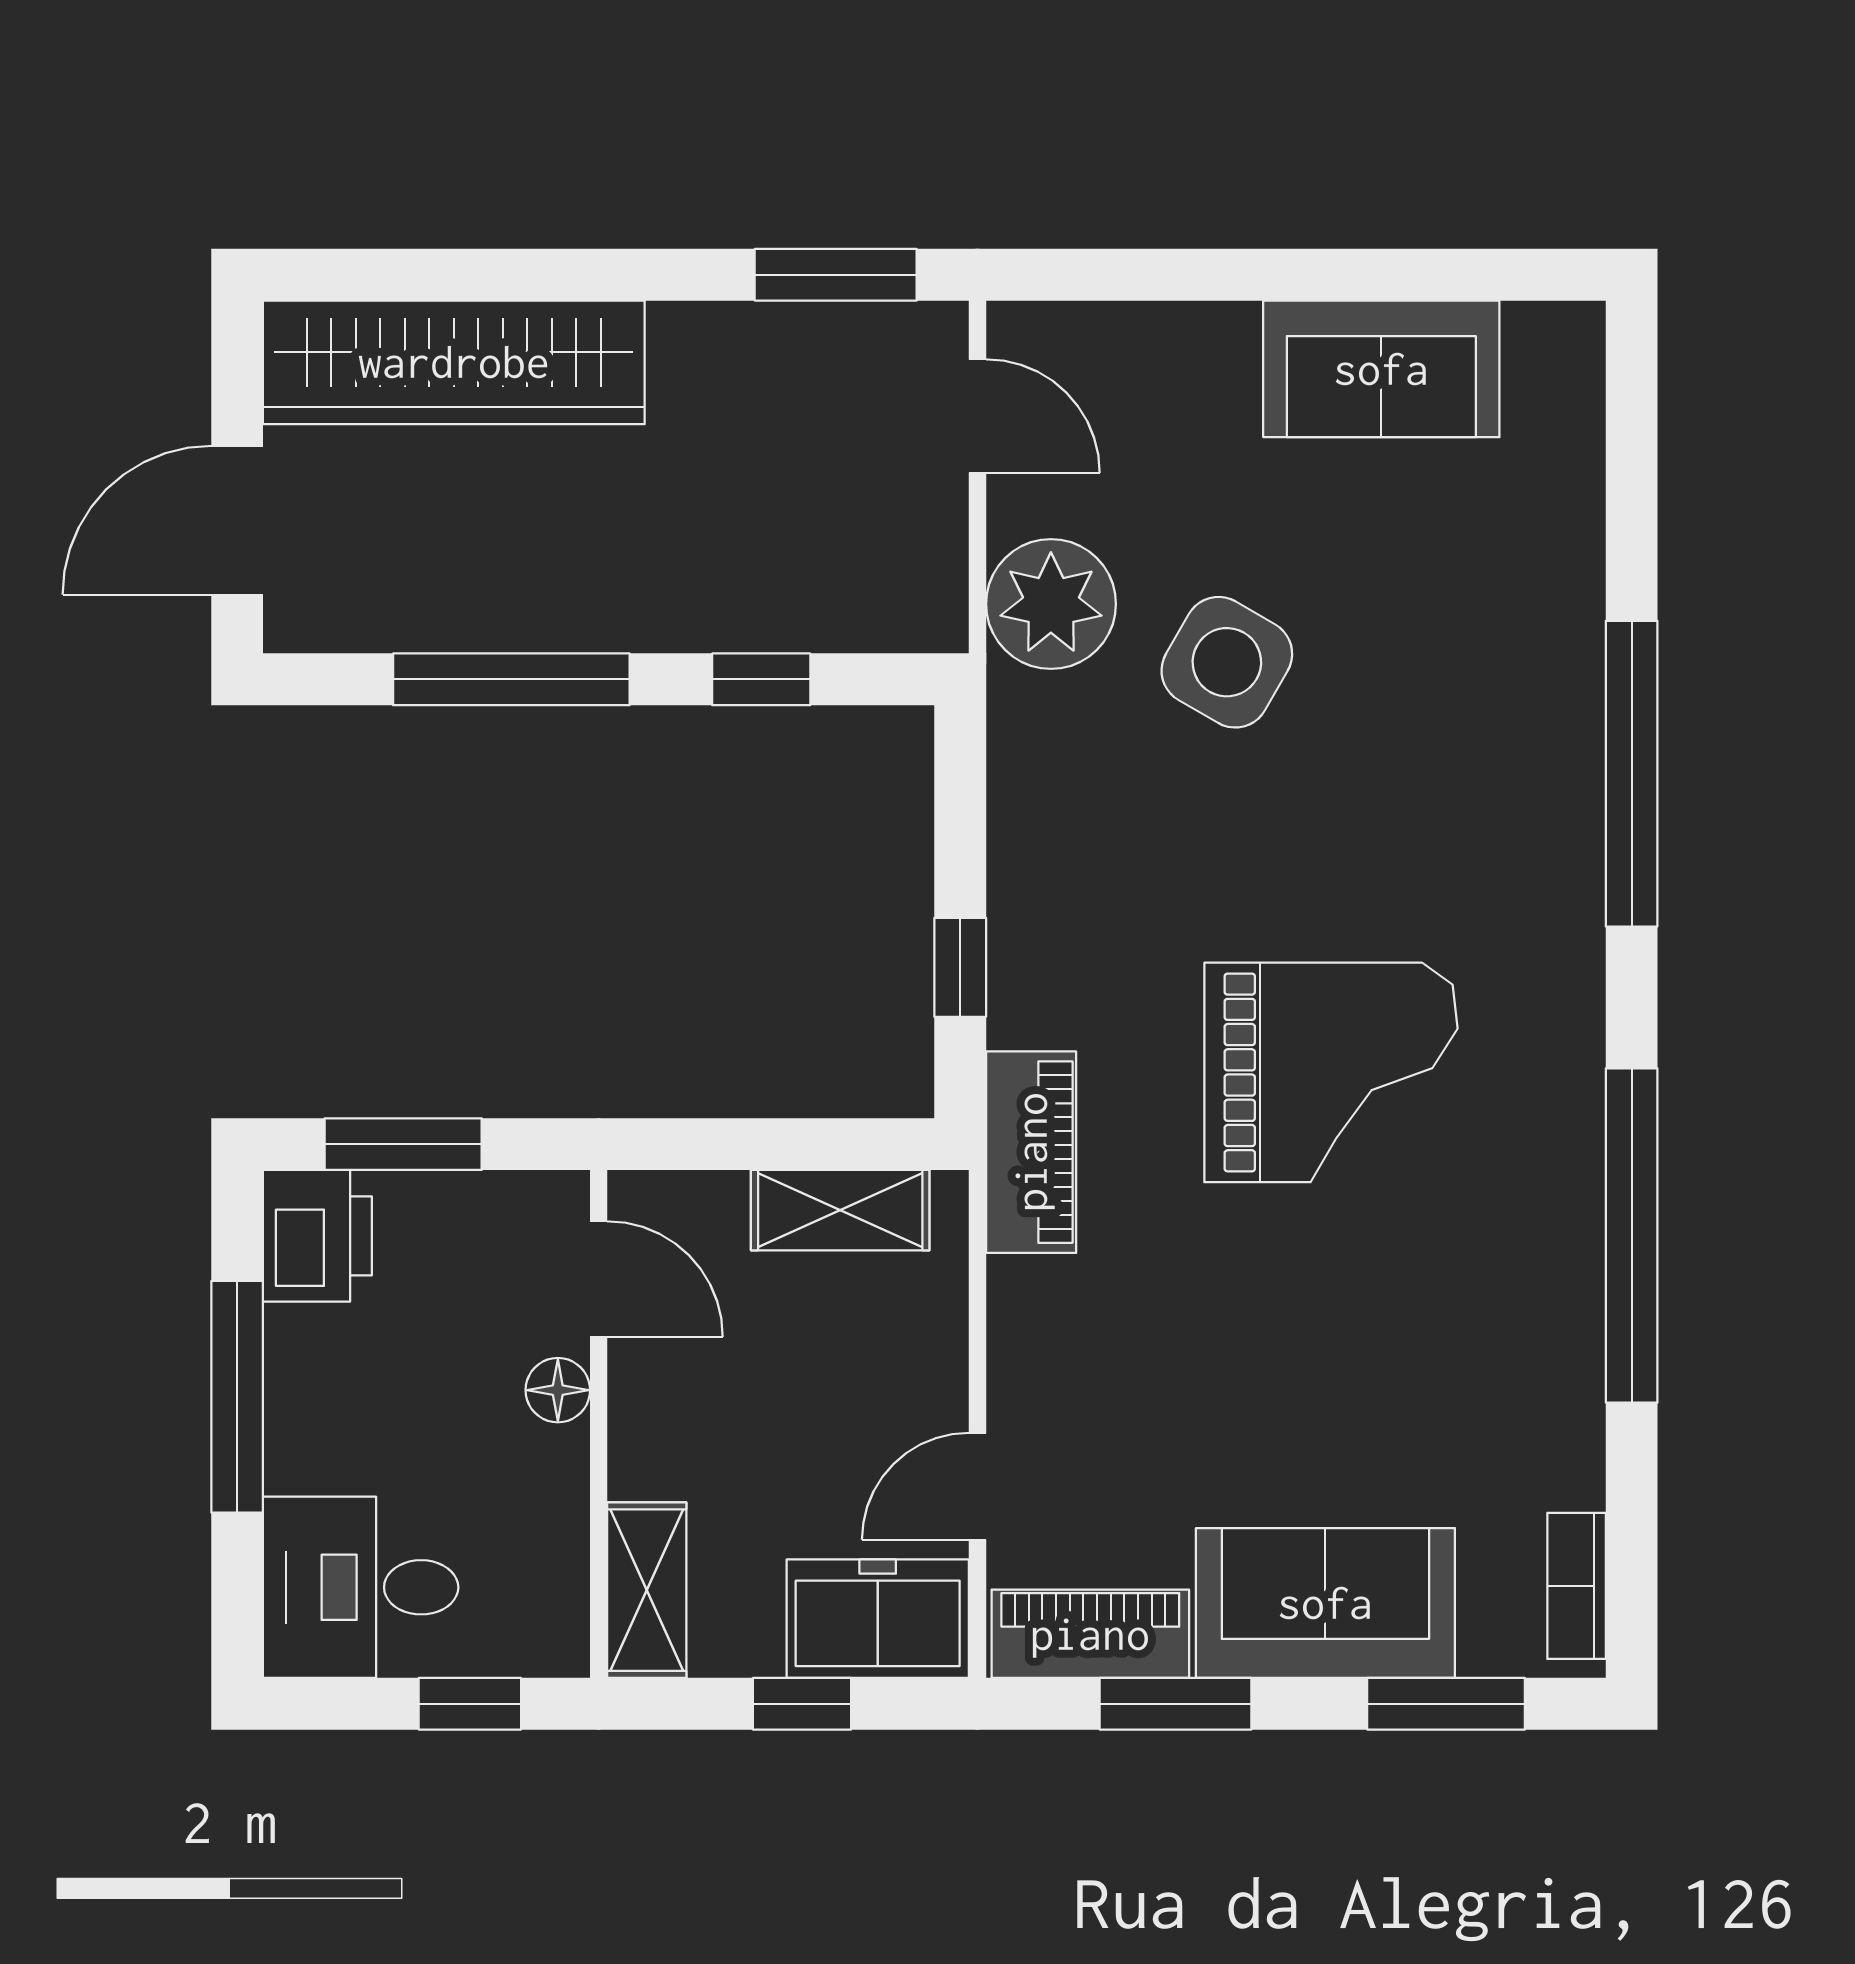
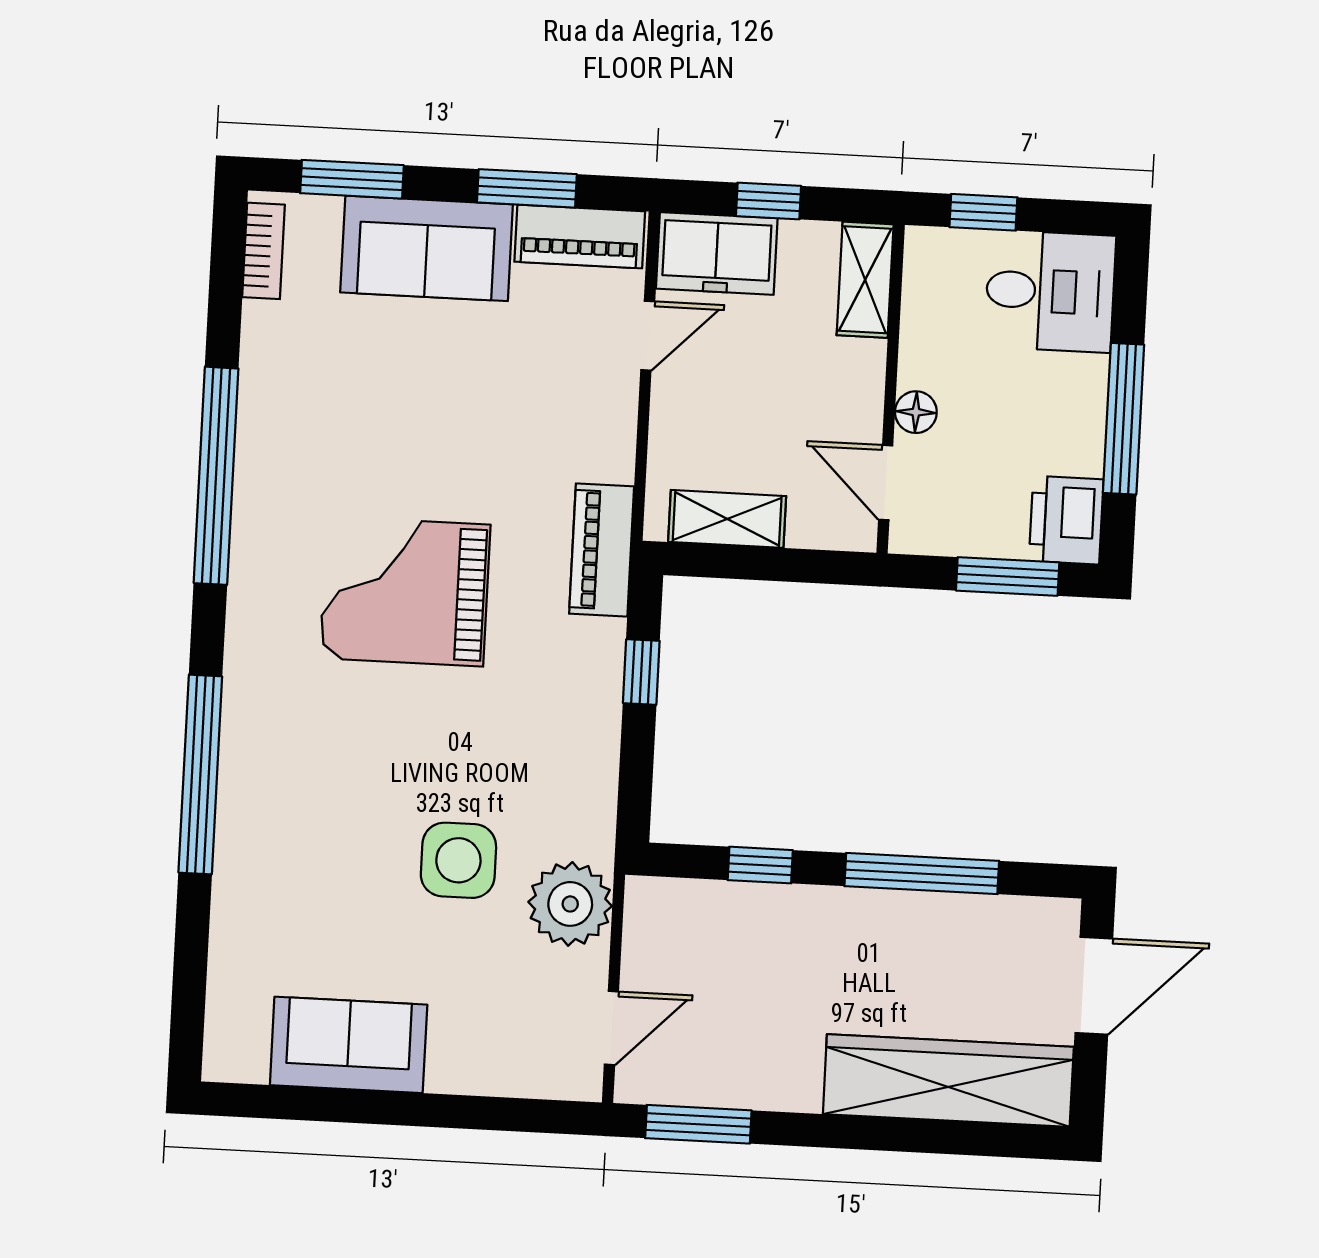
door: (977, 416) -> (611, 1028), swing flipped
side table: (1227, 662) -> (458, 860), turned -30

